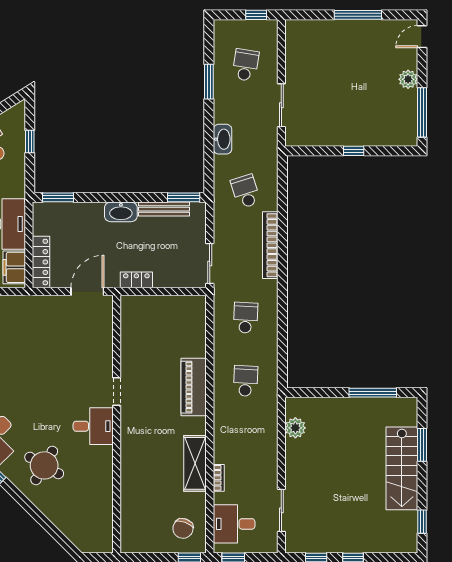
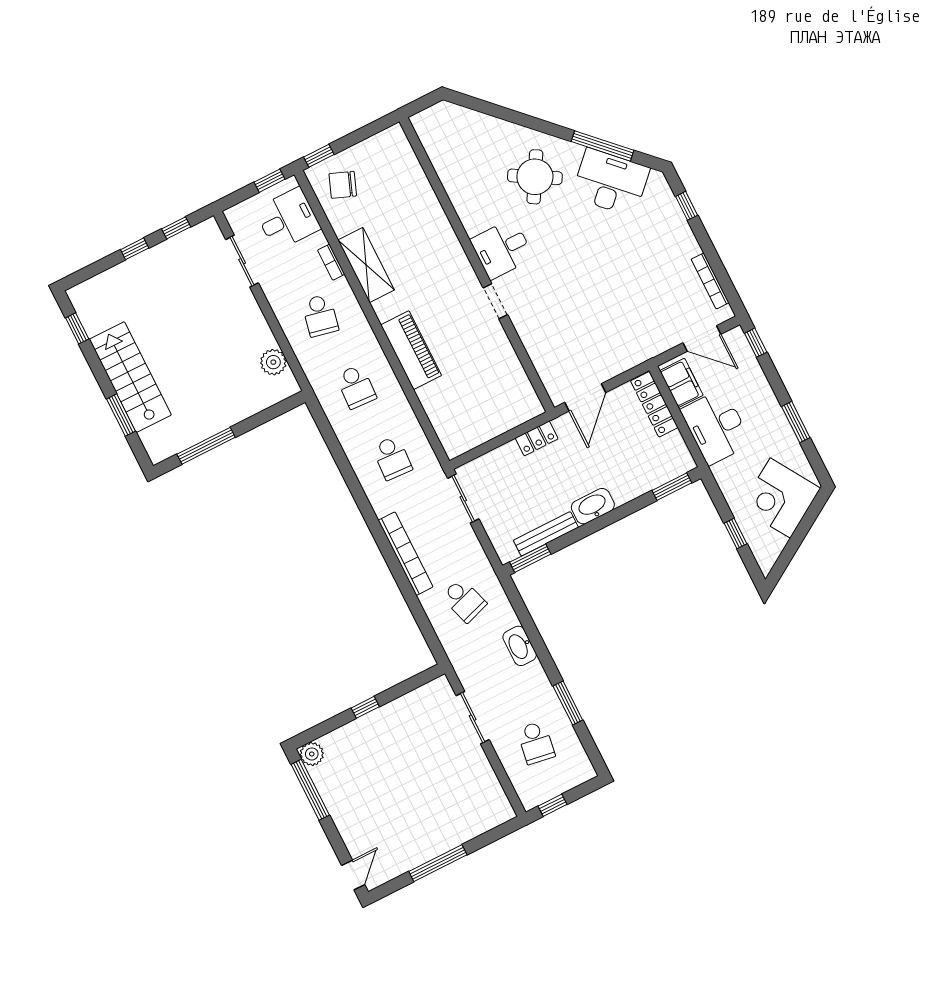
plant: (408, 79) -> (312, 754), moved
school desk: (246, 444) -> (320, 315), added
chair: (183, 528) -> (343, 185), turned -89

